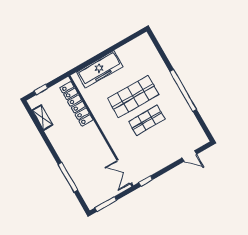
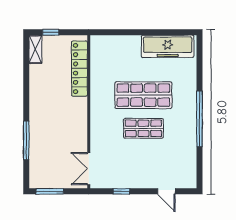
freezer: (100, 69) -> (168, 46), moved
shelving: (42, 118) -> (35, 49), moved
window: (146, 181) -> (121, 191), moved

